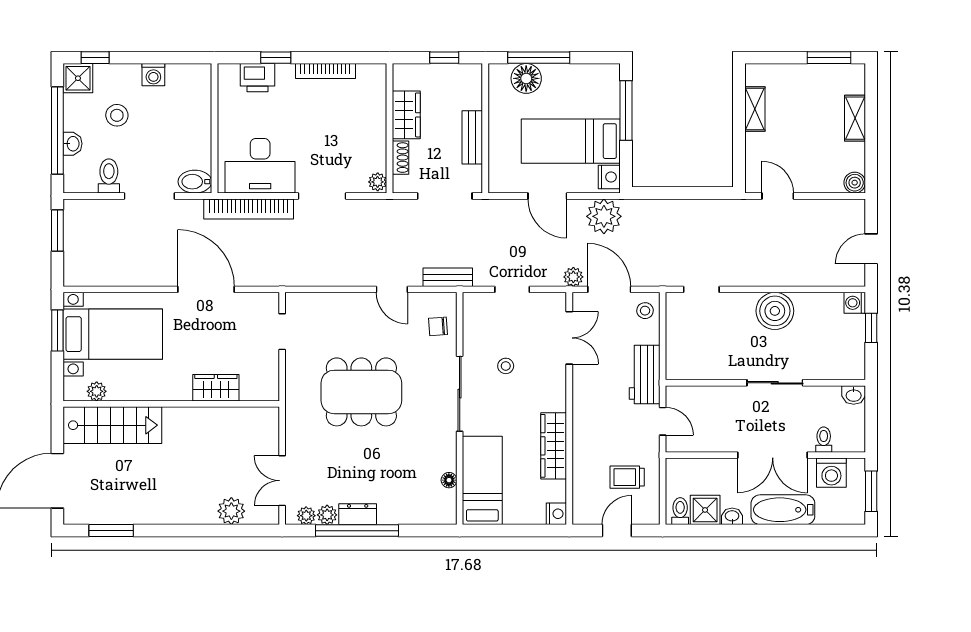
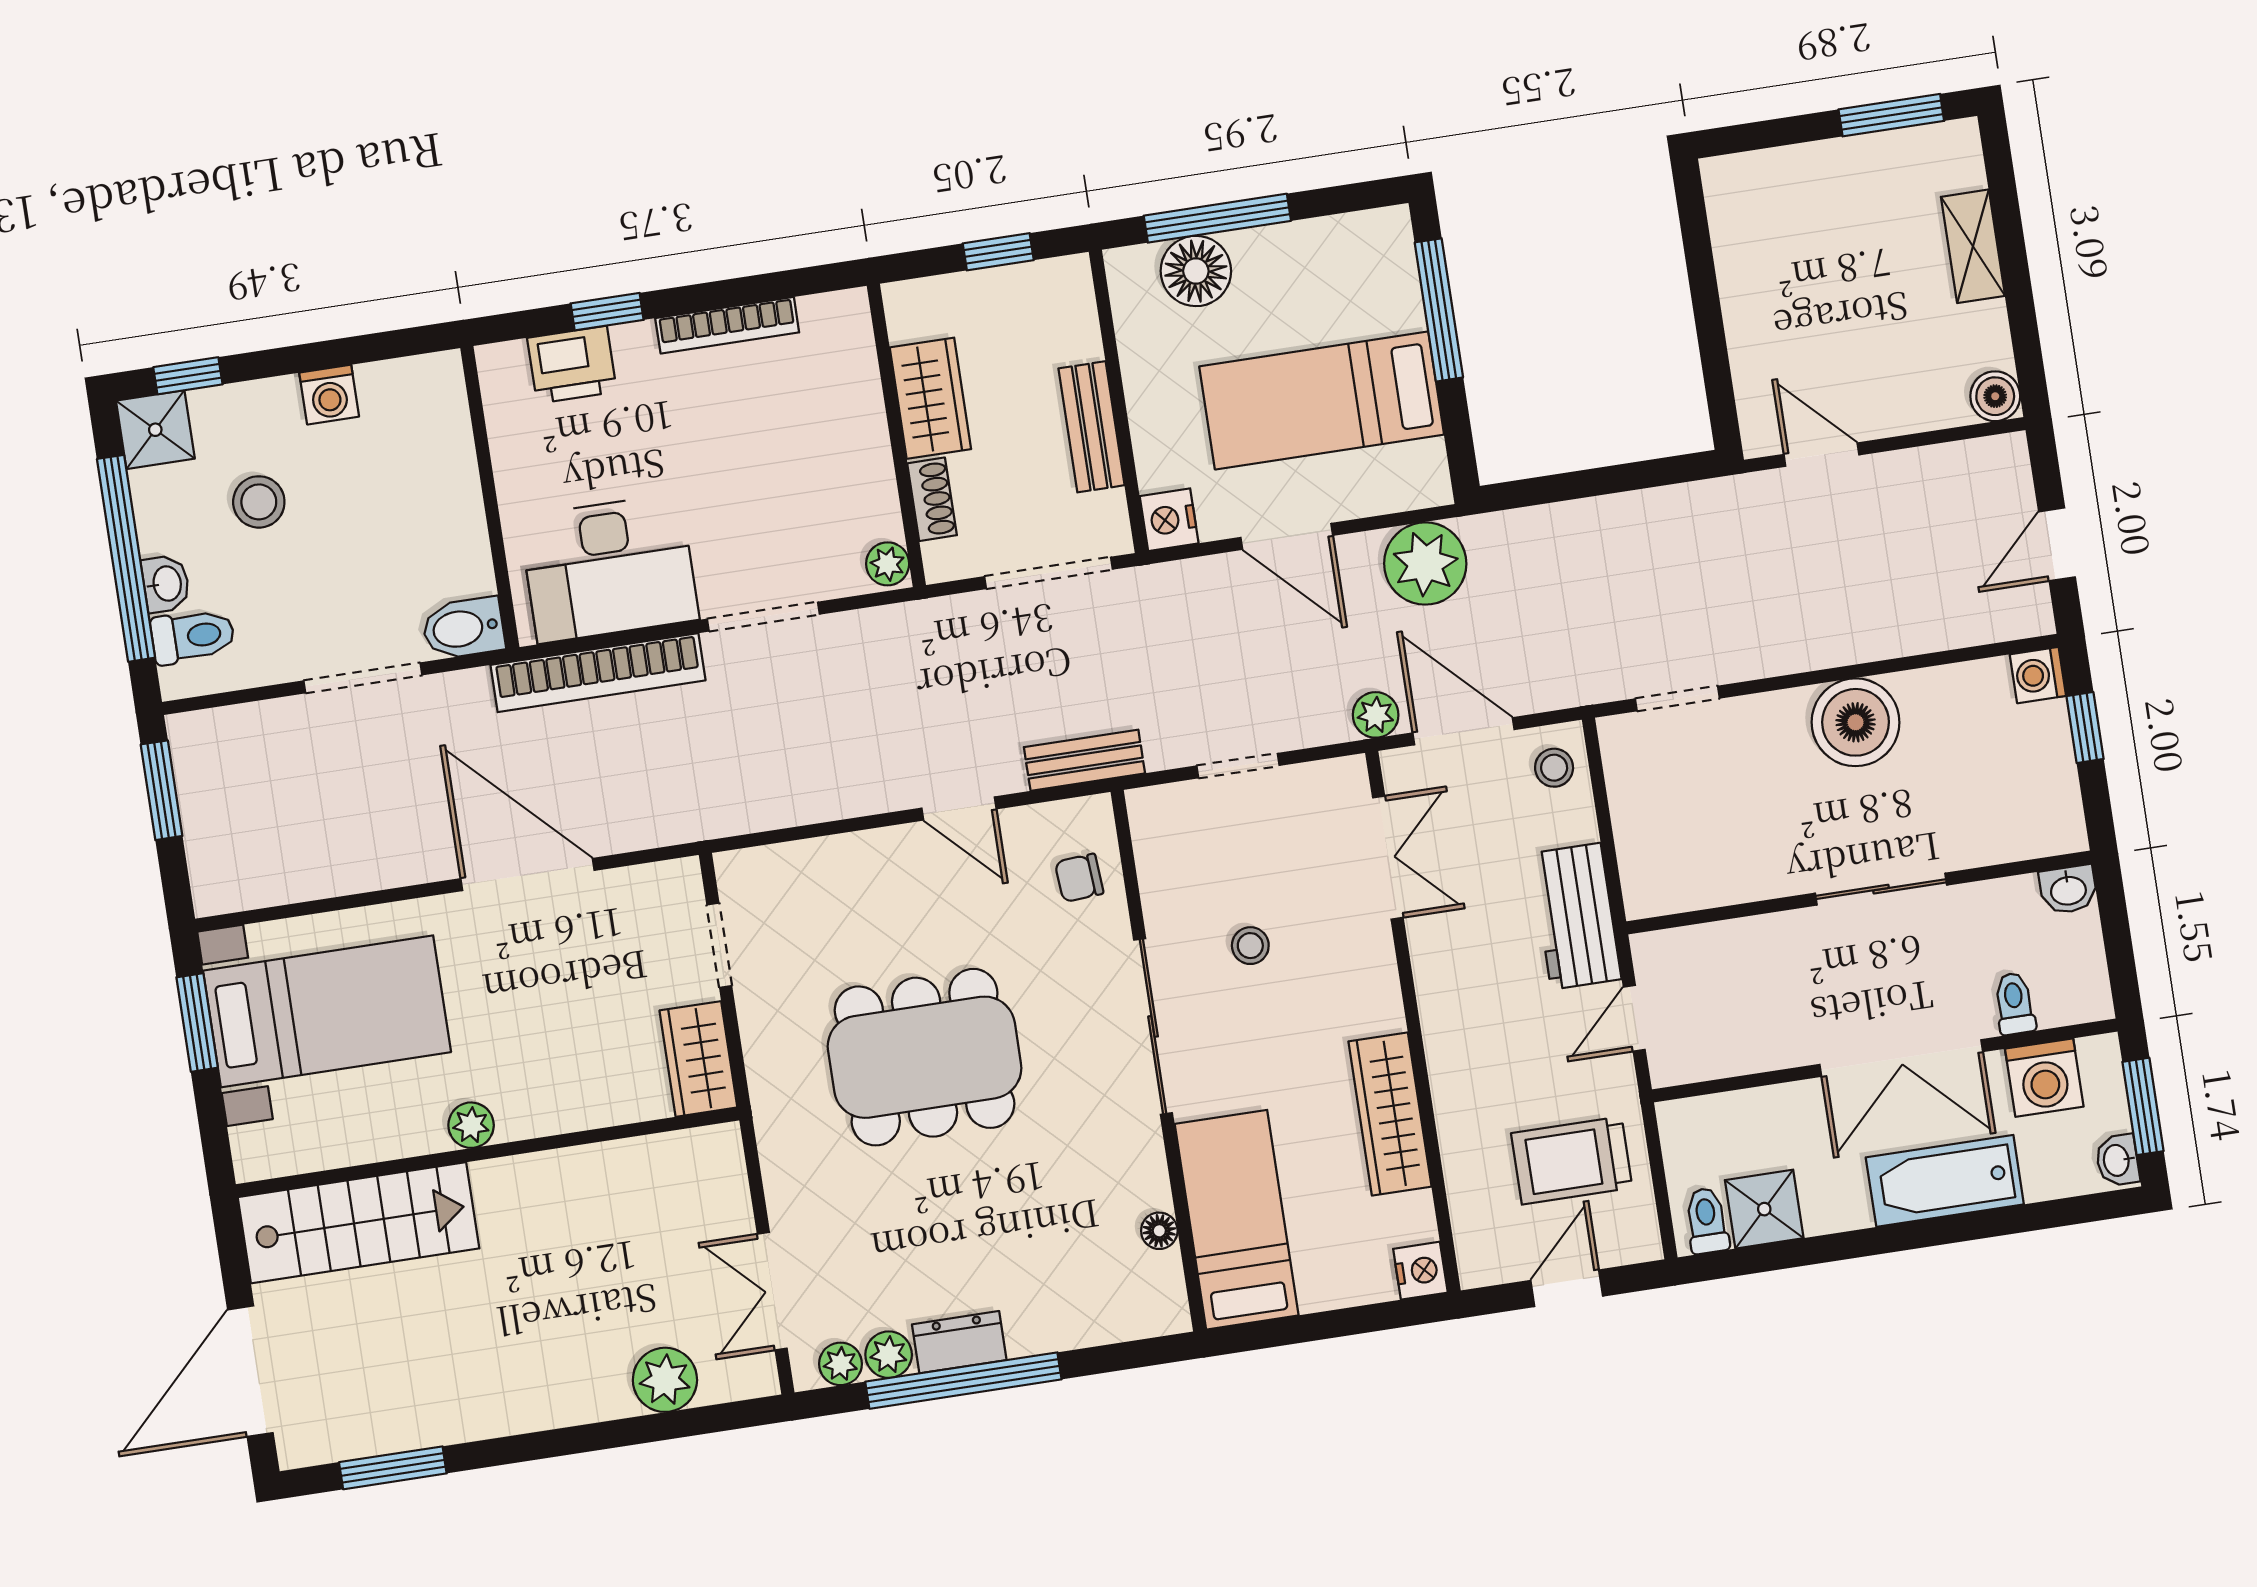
shelving: (755, 109) -> (1737, 261), removed
toilet: (109, 176) -> (193, 636), moved, turned 90
nightstand: (609, 177) -> (1169, 520), moved, turned 180
wardrobe: (216, 388) -> (698, 1059), moved, turned -90
plant: (97, 391) -> (471, 1125), moved
door: (663, 421) -> (1634, 1018), swing flipped
trolley: (627, 477) -> (1572, 1160), width x1.36, depth x1.39
washbasin: (732, 516) -> (2117, 1160), moved, turned -90

